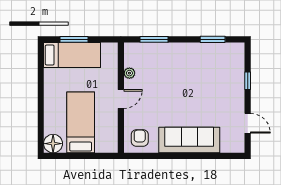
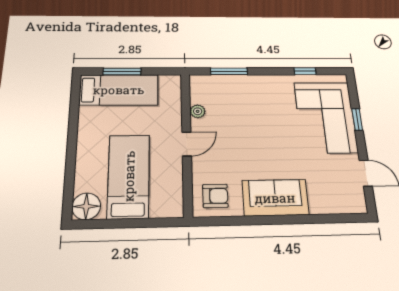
window: (213, 39) -> (305, 71), width x0.67
corner sofa: (224, 79) -> (326, 117), added
armchair: (140, 138) -> (215, 196), turned 90
sofa: (189, 140) -> (275, 198), width x0.73

